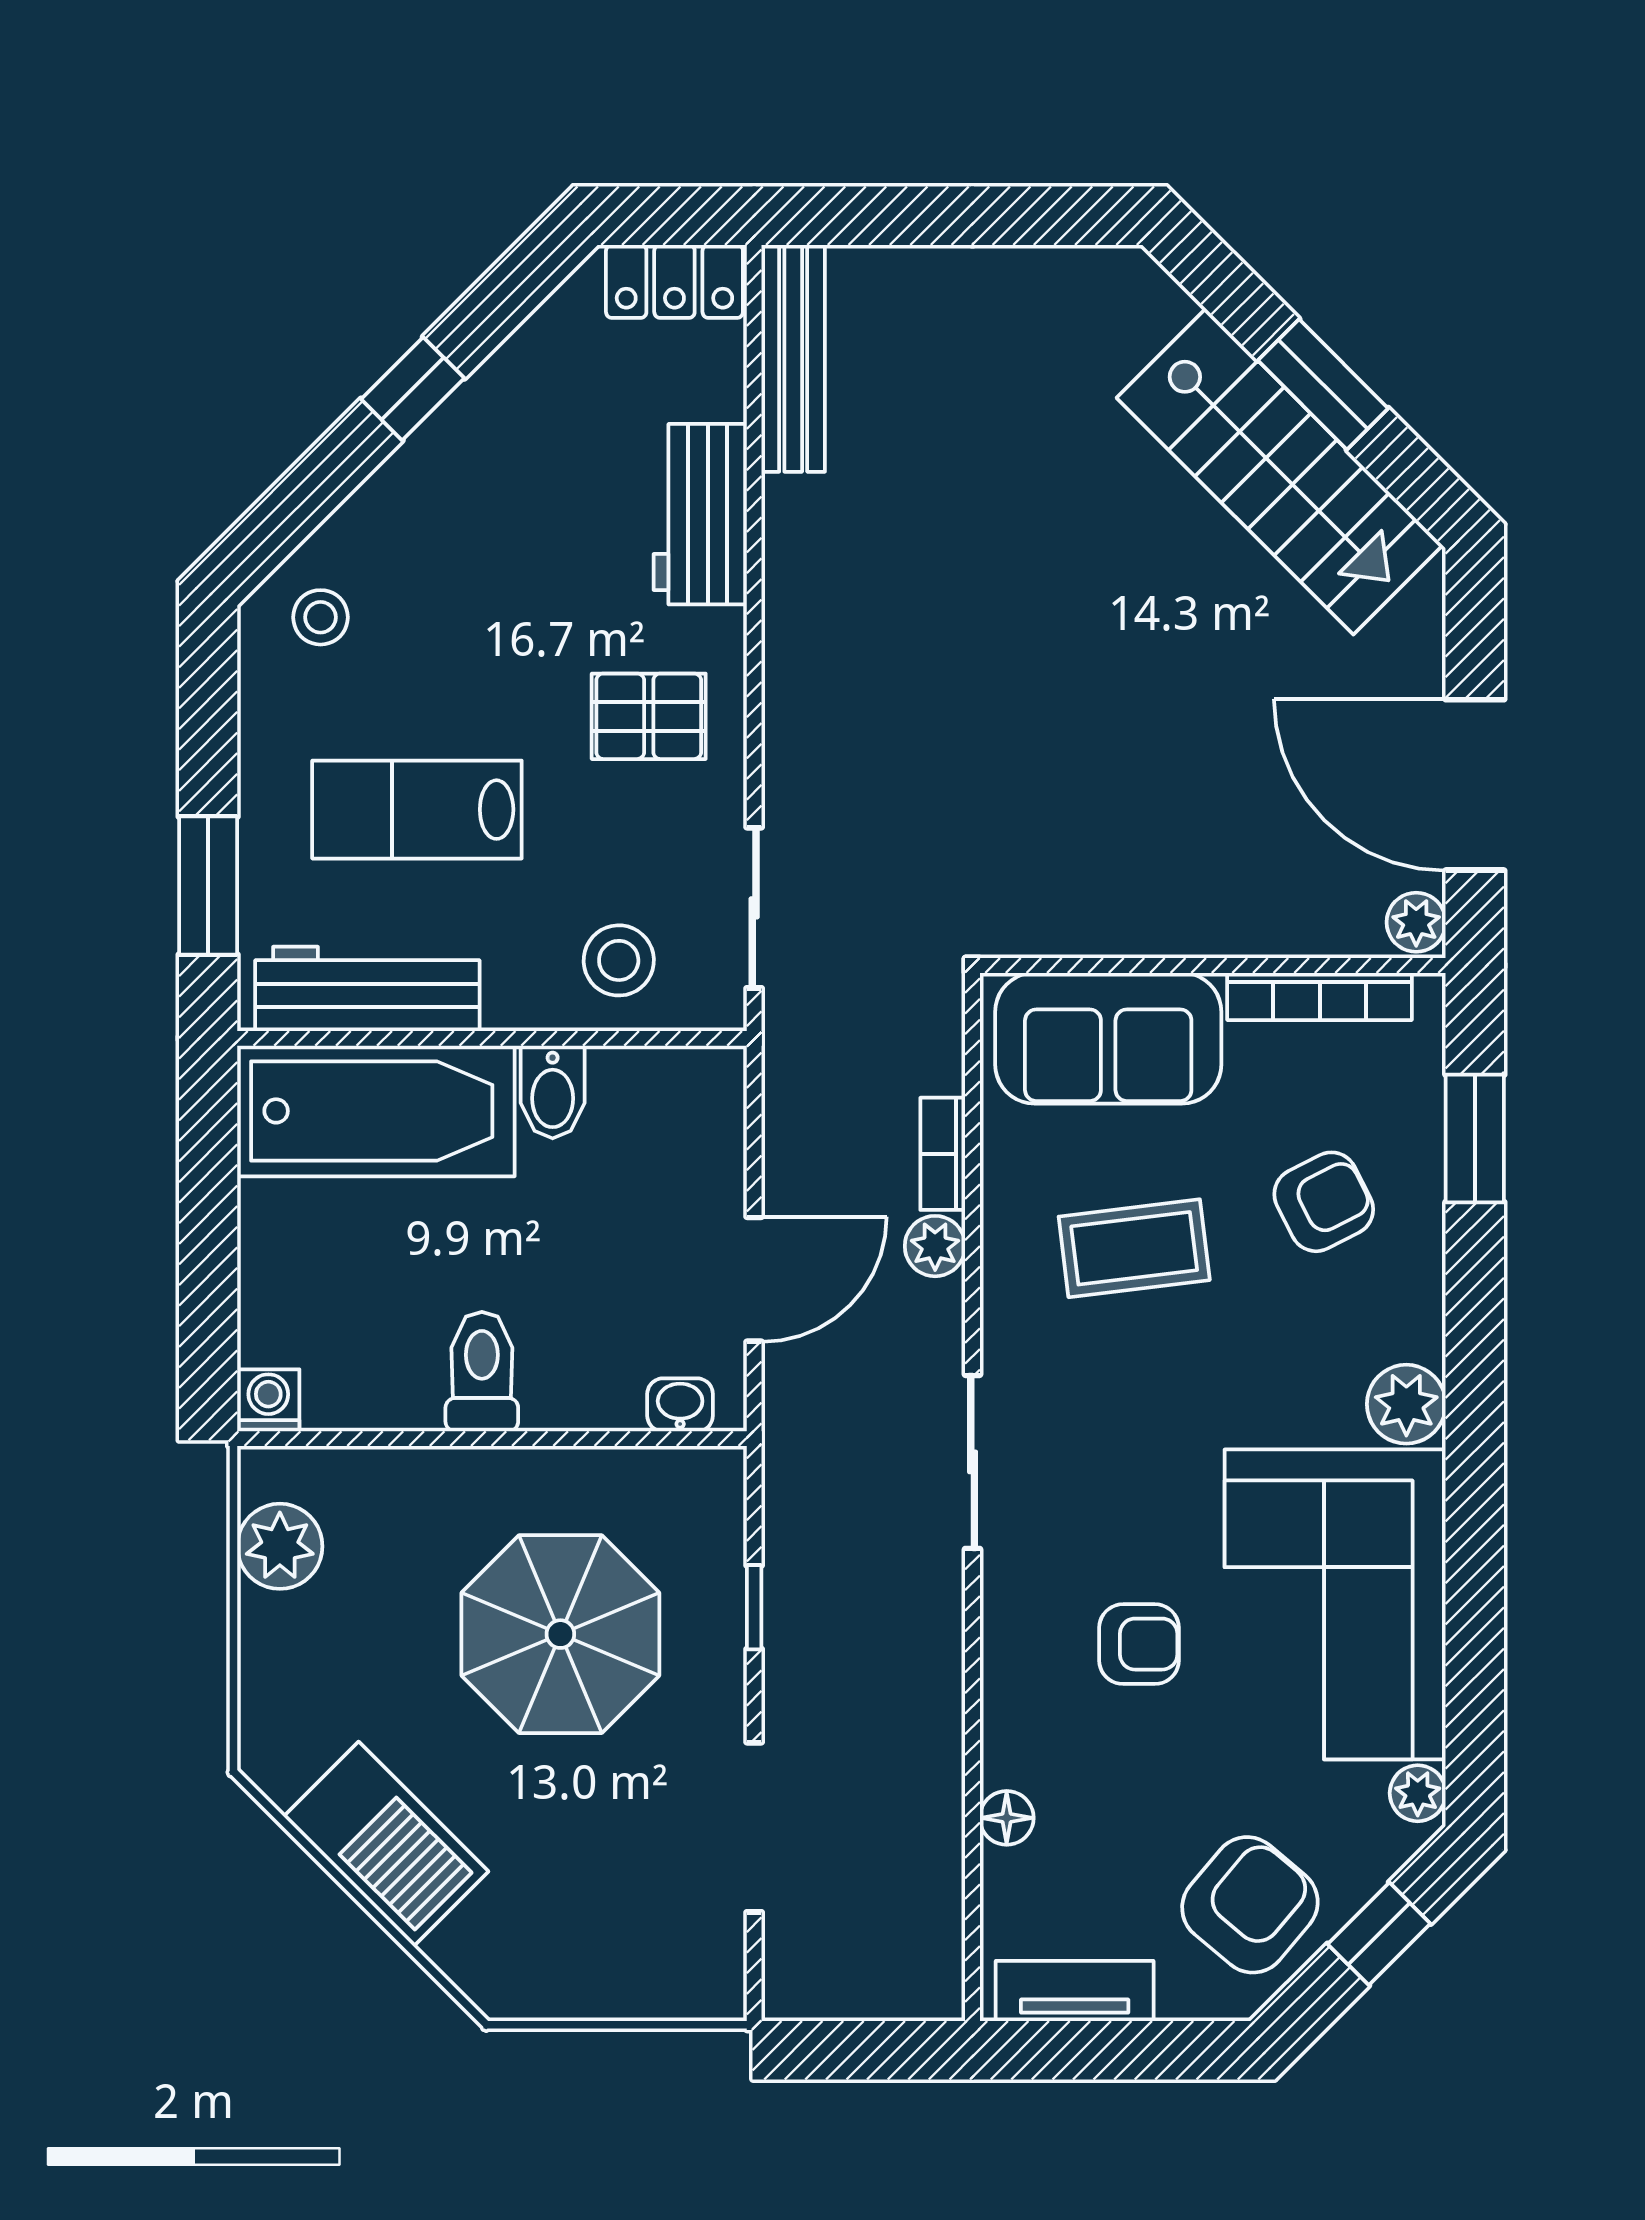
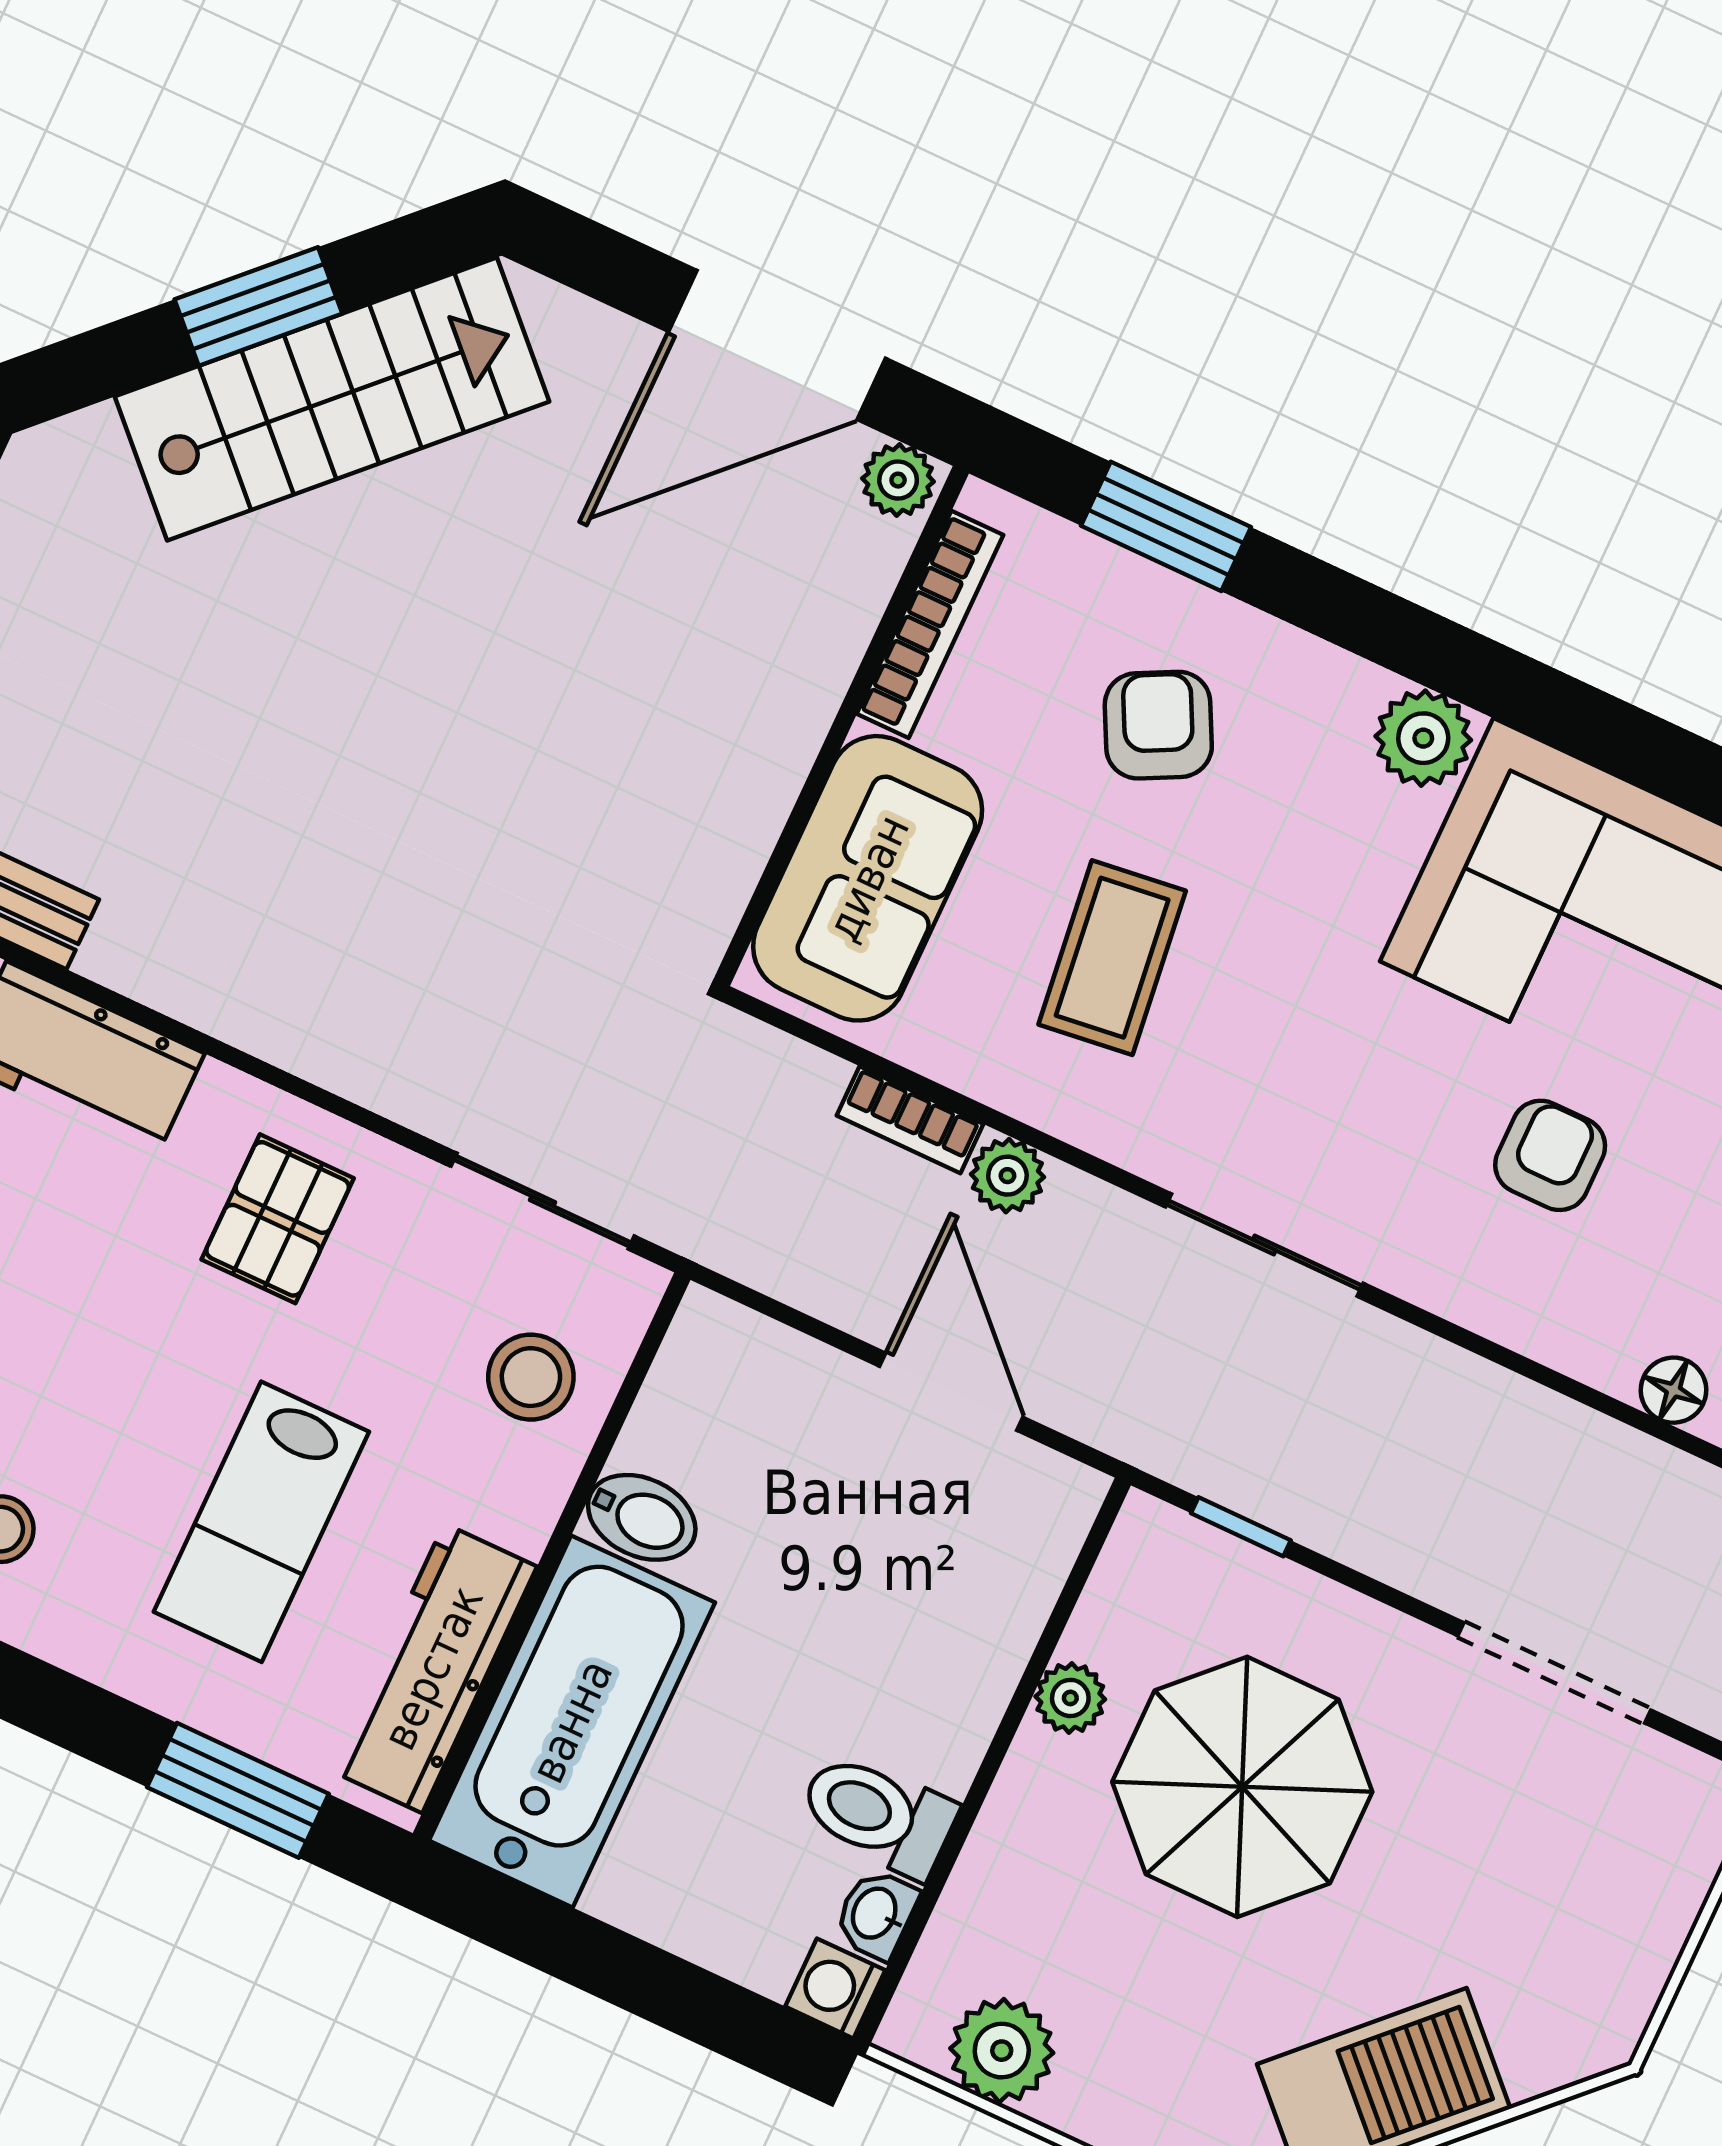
toilet: (482, 1372) -> (878, 1814), moved
washbasin: (680, 1405) -> (876, 1914), moved
plant: (567, 1475) -> (1070, 1698), added
window: (754, 1607) -> (1241, 1527), moved

